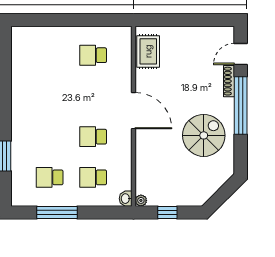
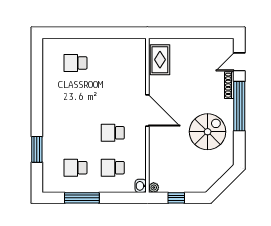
school desk: (93, 55) -> (75, 63), moved

